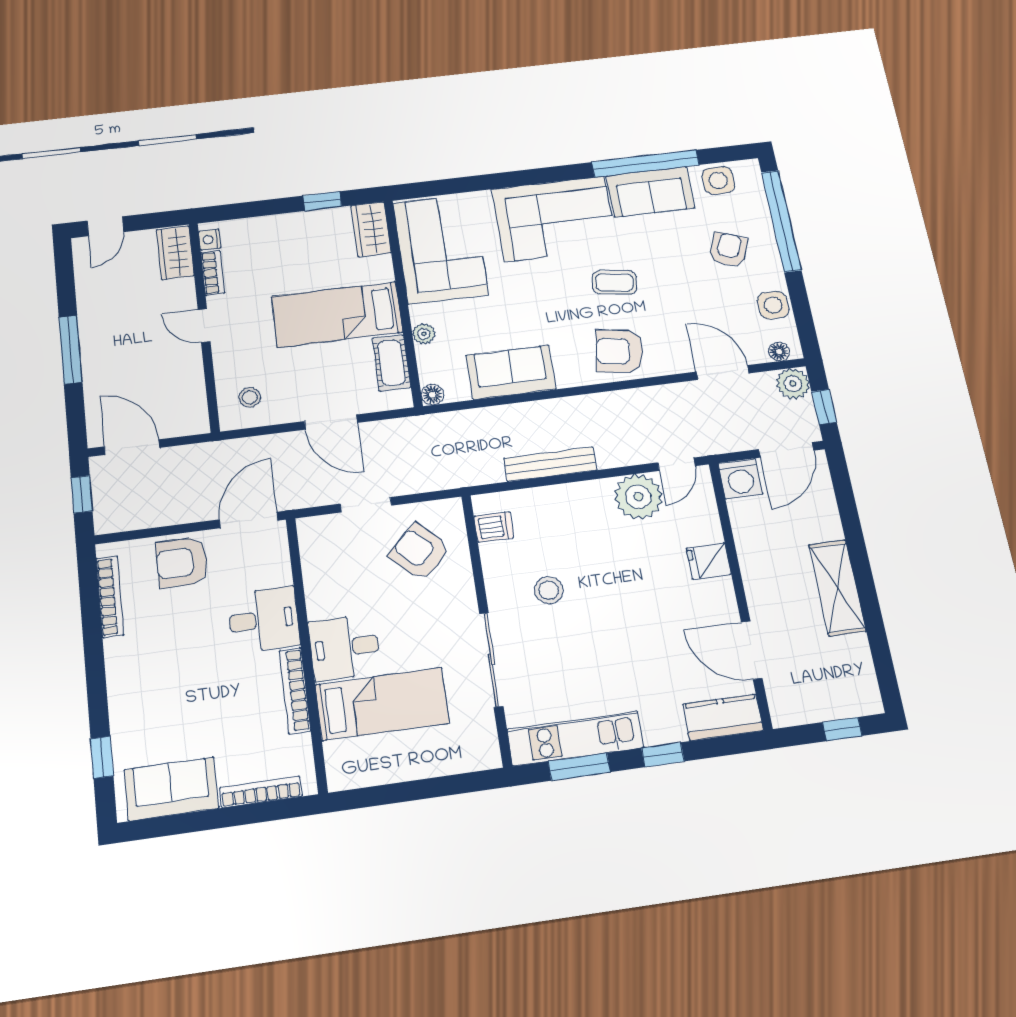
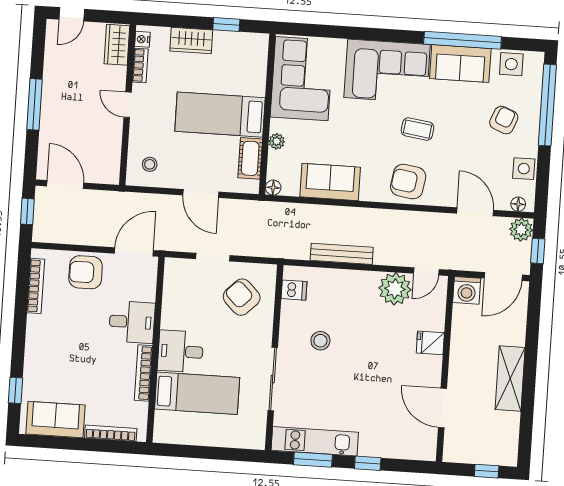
wardrobe: (371, 229) -> (191, 41), moved, turned -90
kitchen counter: (723, 717) -> (412, 448), removed

